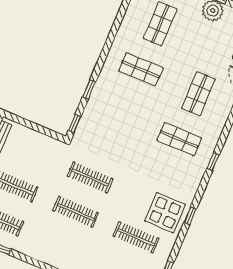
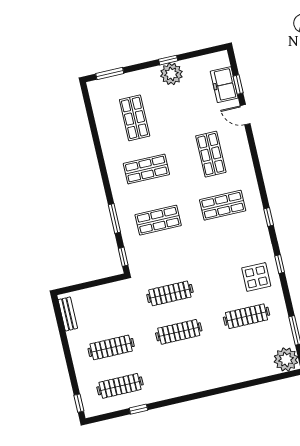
window: (89, 89) -> (114, 218), width x1.50
shop shelf: (122, 115) -> (158, 220), added
window: (213, 162) -> (269, 217), moved
display table: (165, 213) -> (256, 277), width x0.73, depth x0.73

